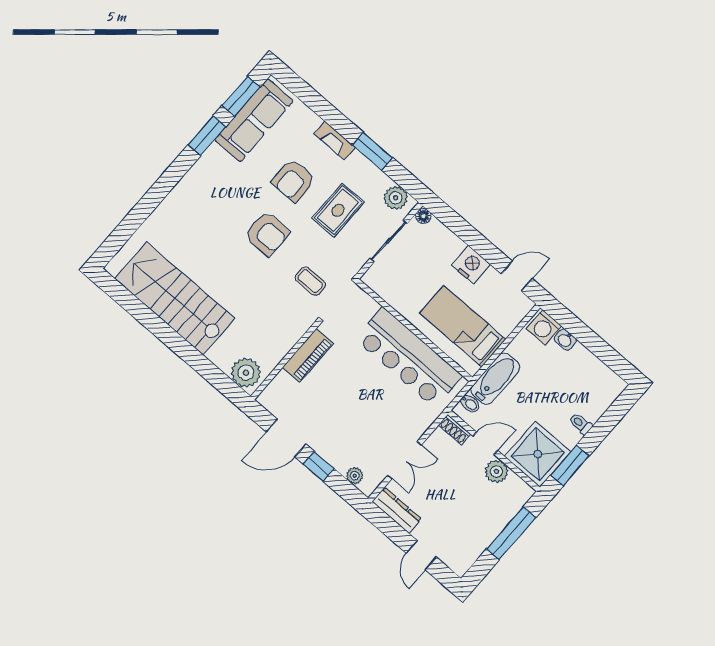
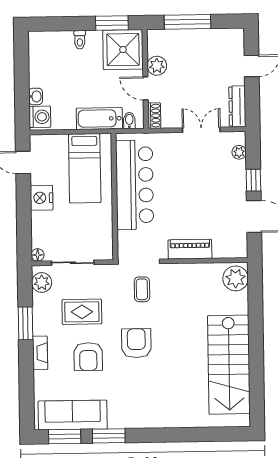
armchair: (293, 180) -> (88, 357), turned 90

